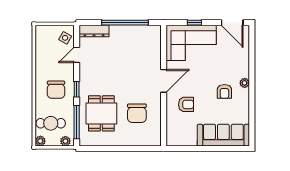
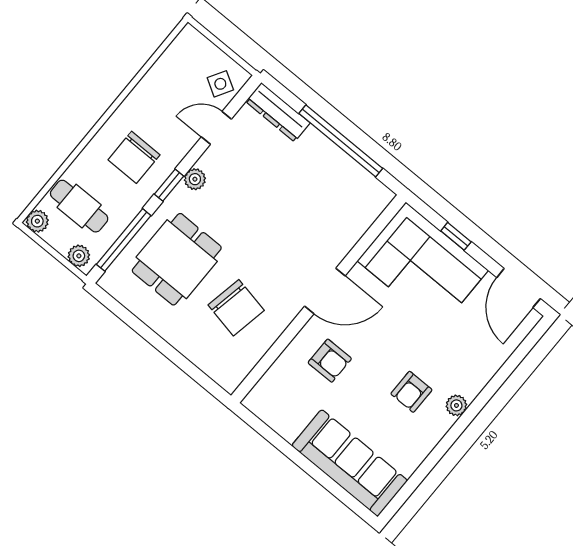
plant: (84, 79) -> (195, 179), added
chair: (137, 113) -> (236, 308), turned -79

